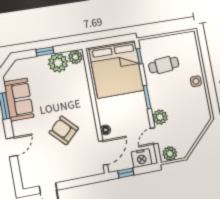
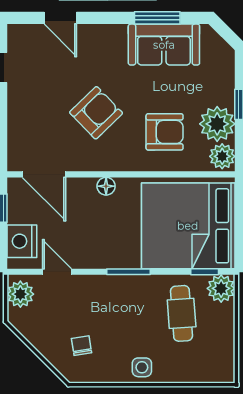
armchair: (68, 91) -> (165, 132), added
chair: (191, 115) -> (81, 346), added
plant: (160, 117) -> (221, 288), moved
floor lamp: (106, 130) -> (106, 186), moved
door: (12, 147) -> (60, 18), moved

